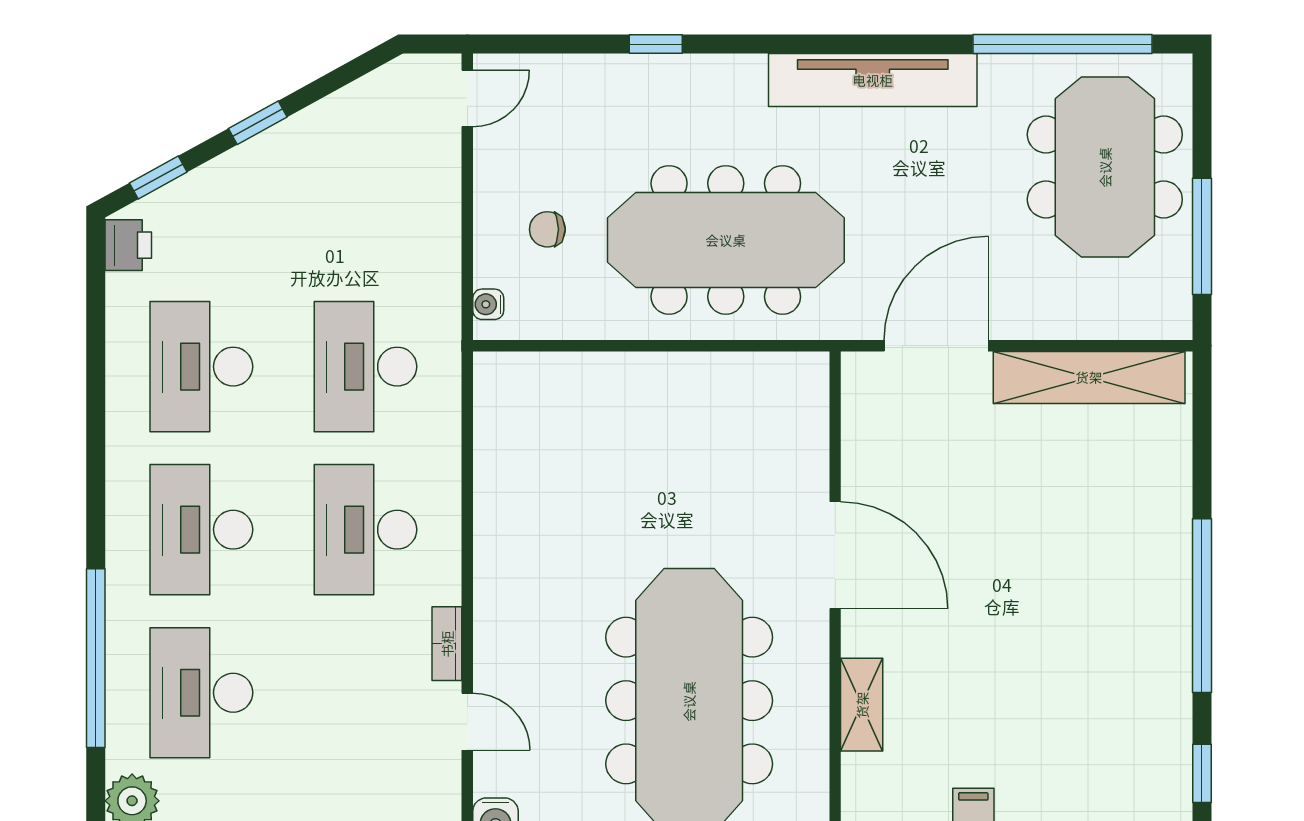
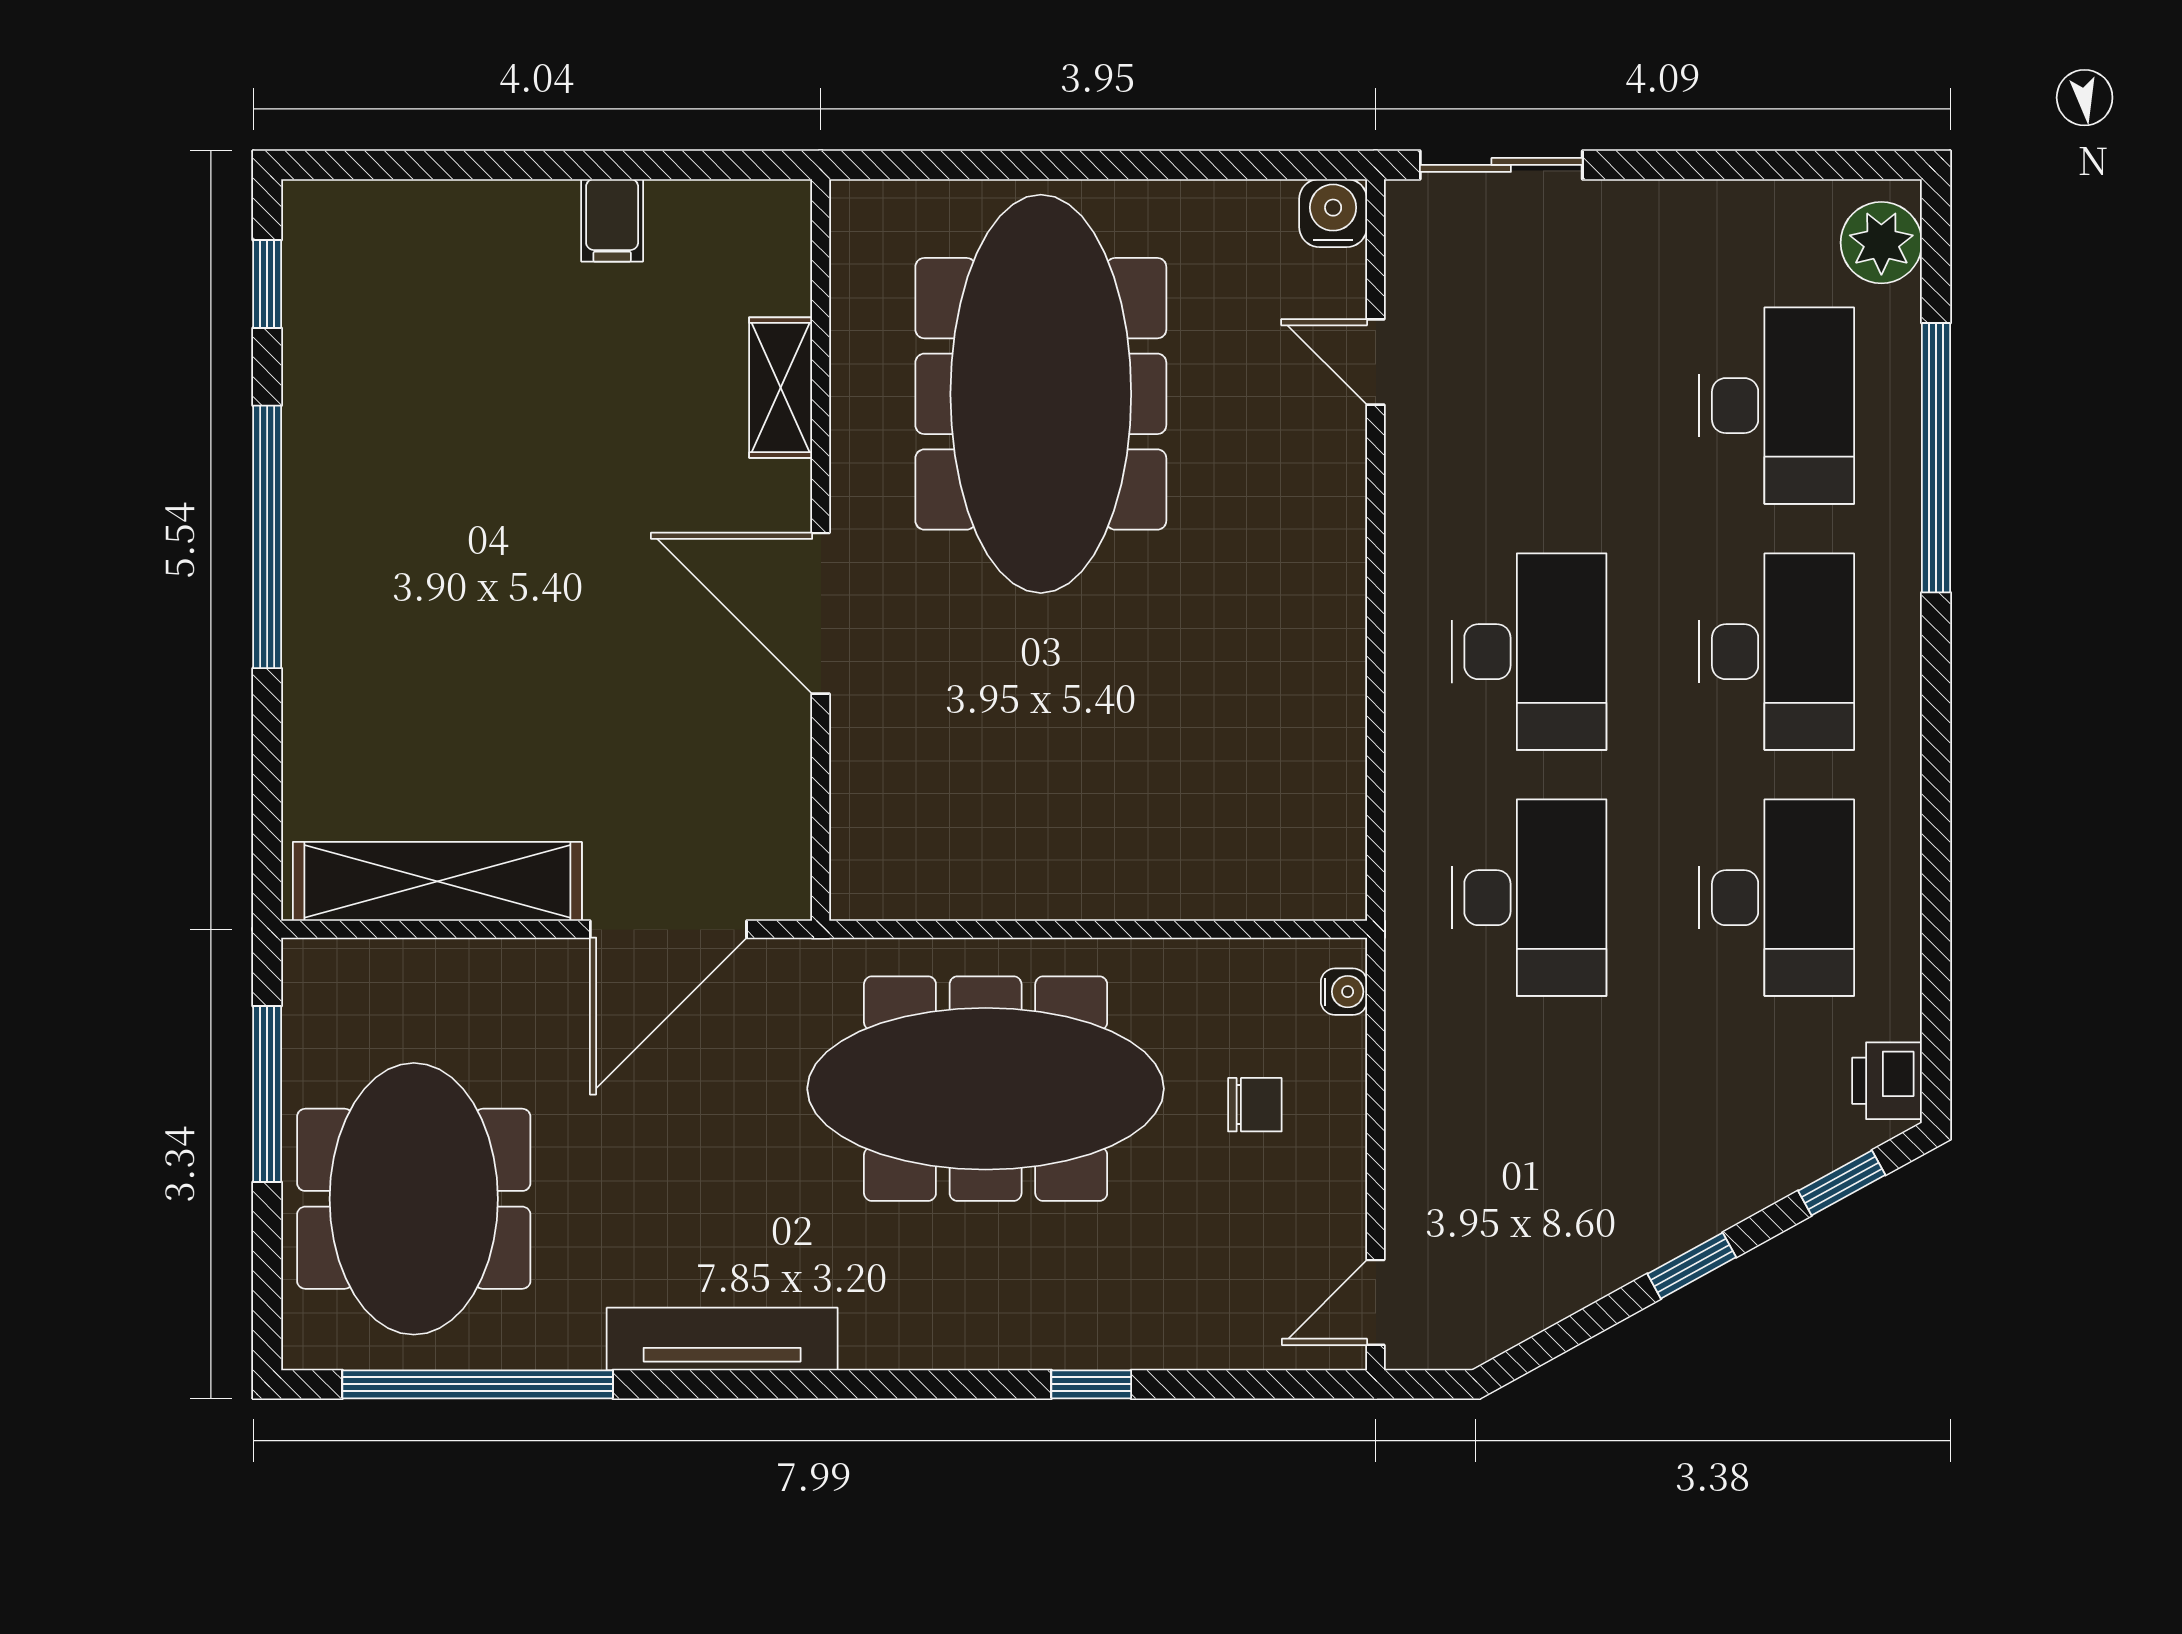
tv unit: (873, 80) -> (722, 1339), width x0.73, depth x0.78
bookcase: (447, 644) -> (1406, 480), removed

